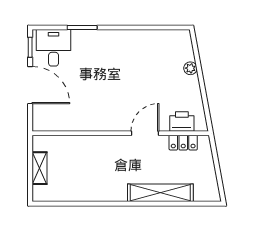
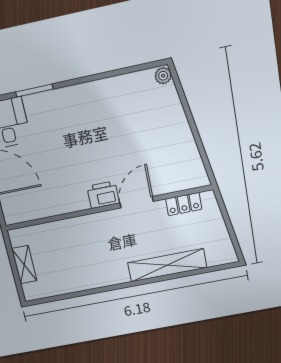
plant: (190, 68) -> (163, 76), moved
printer: (182, 121) -> (103, 195), moved

